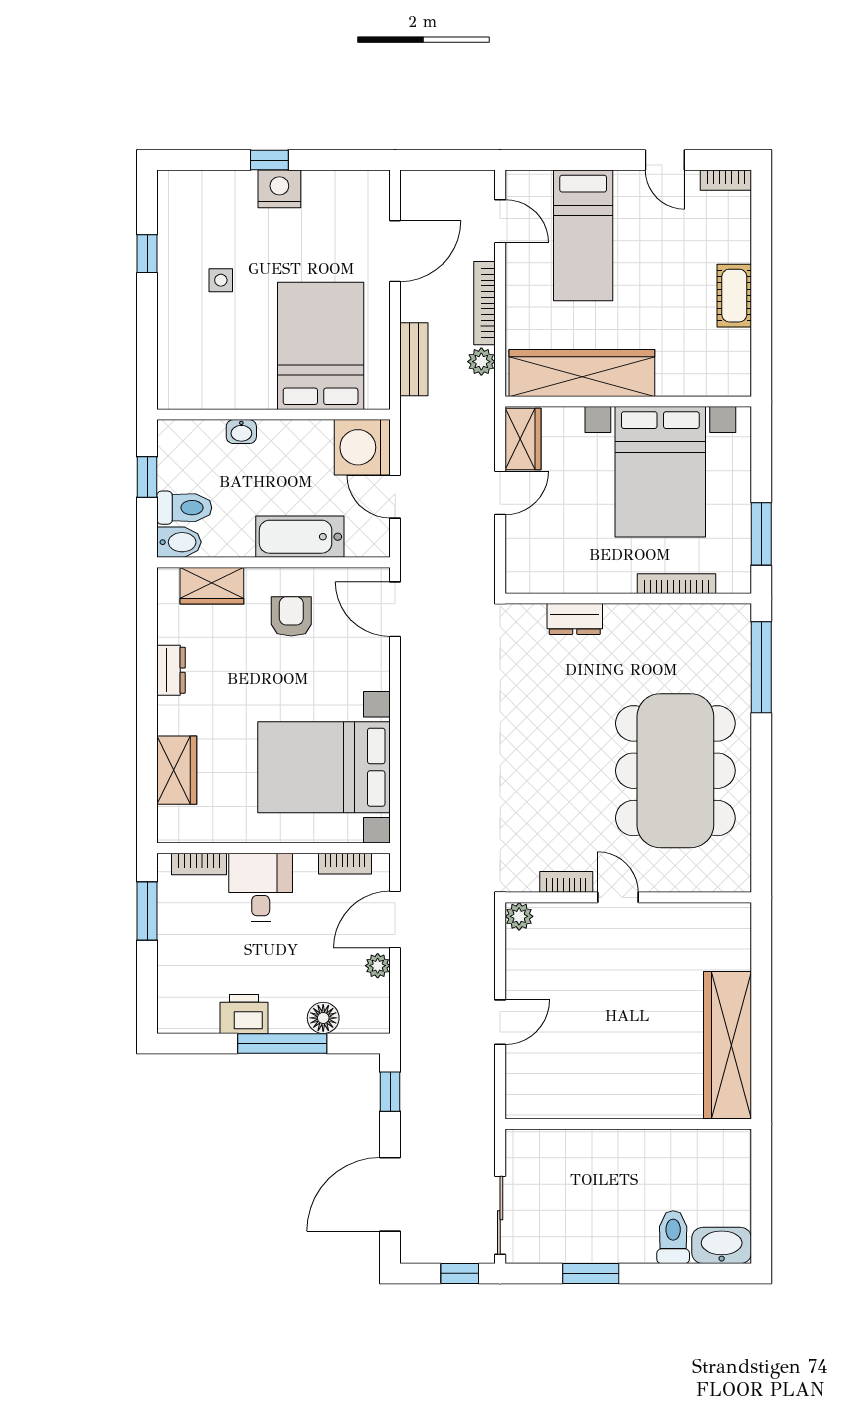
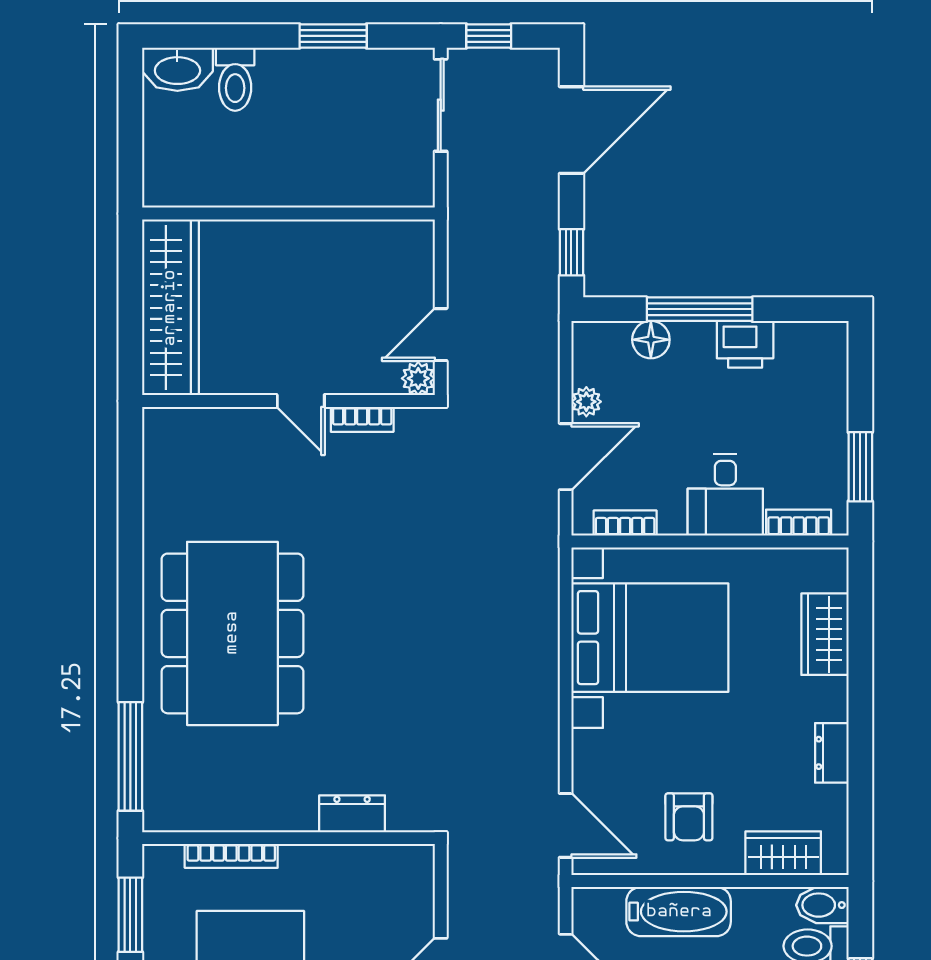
bookcase: (566, 882) -> (362, 419), moved
door: (618, 897) -> (301, 401), moved
wall: (628, 897) -> (288, 401), moved
plant: (519, 916) -> (418, 378), moved

